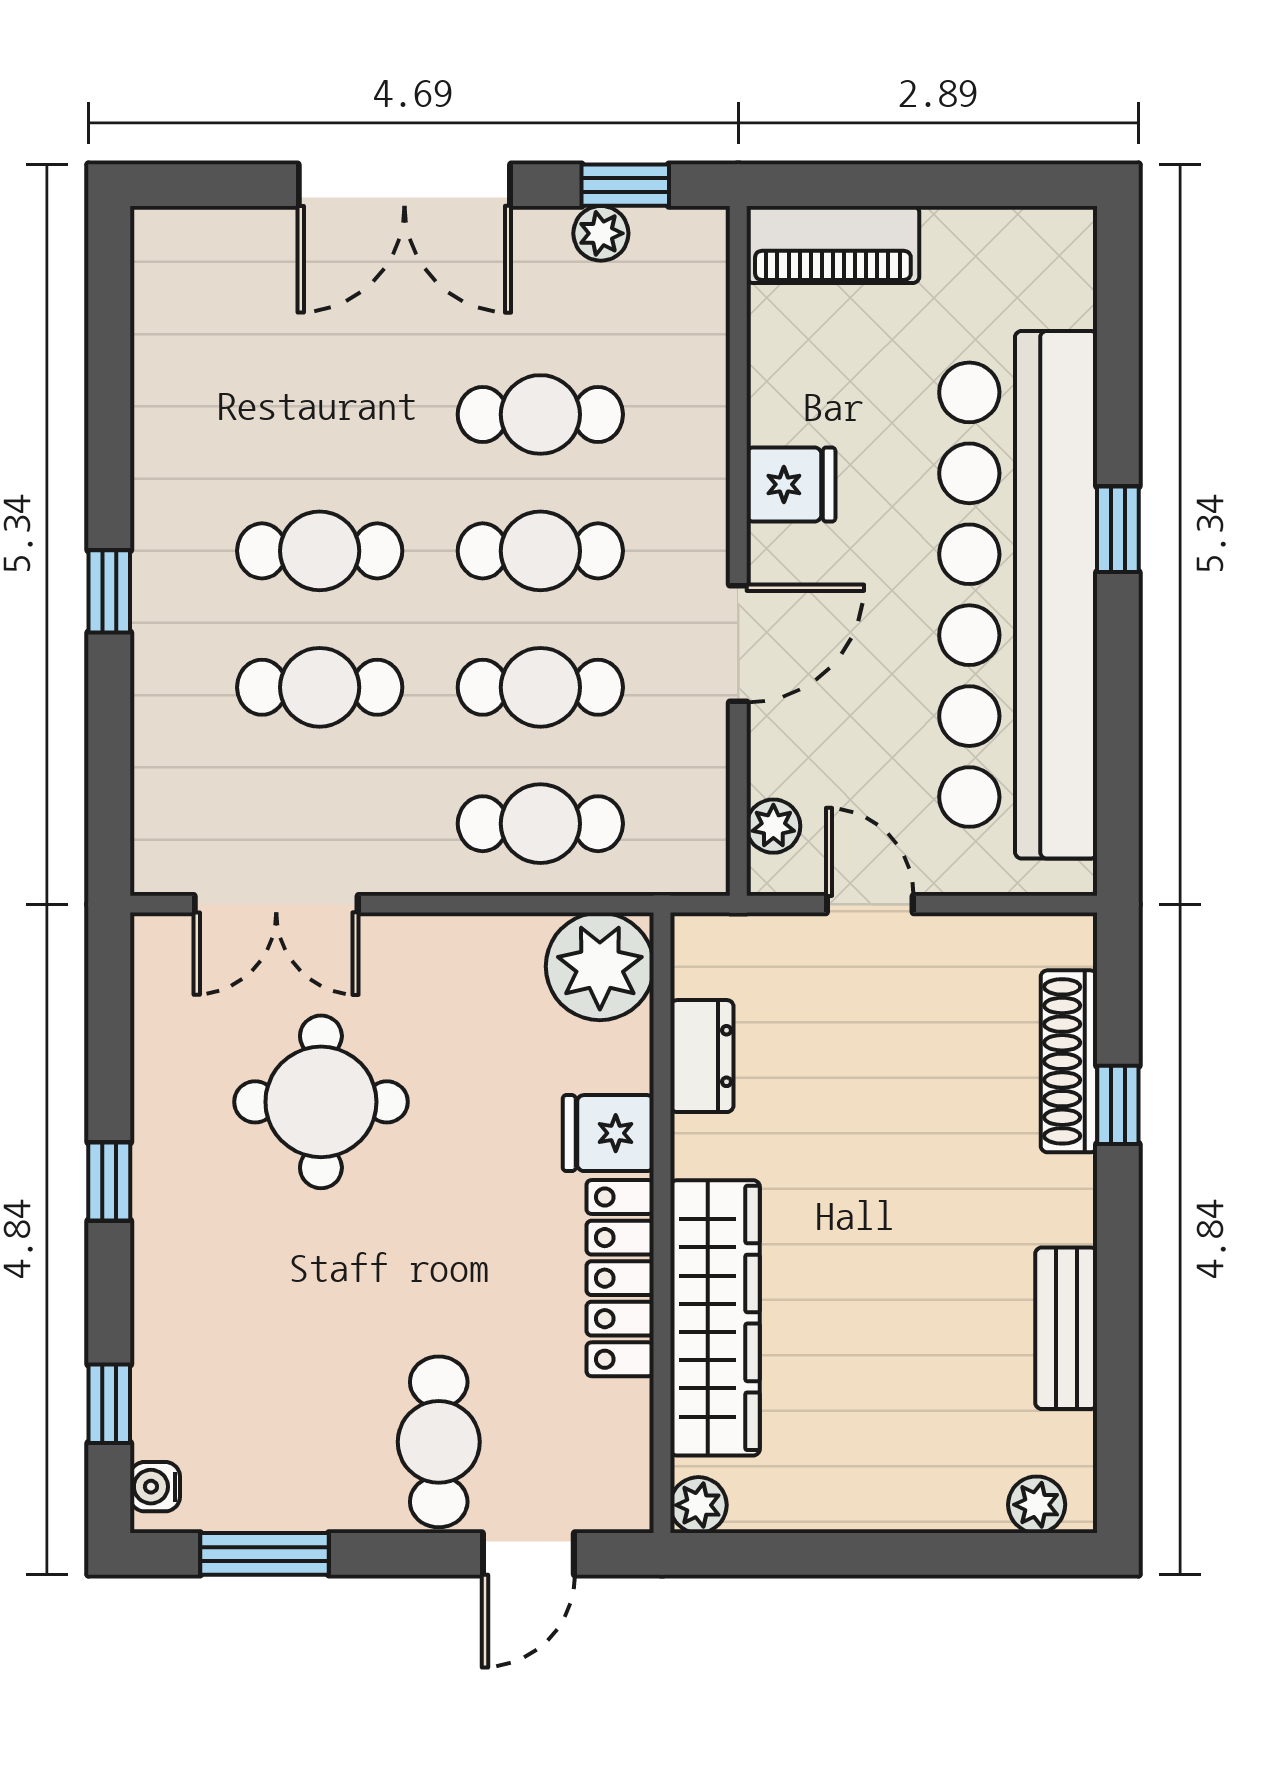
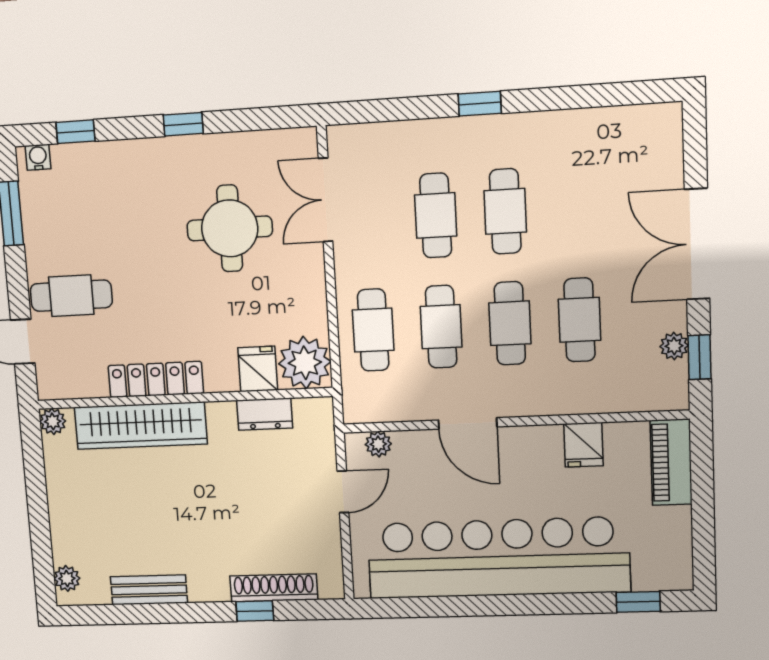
fridge: (791, 484) -> (583, 445), moved
window: (1118, 529) -> (638, 602), moved
fridge: (608, 1133) -> (258, 369), moved

